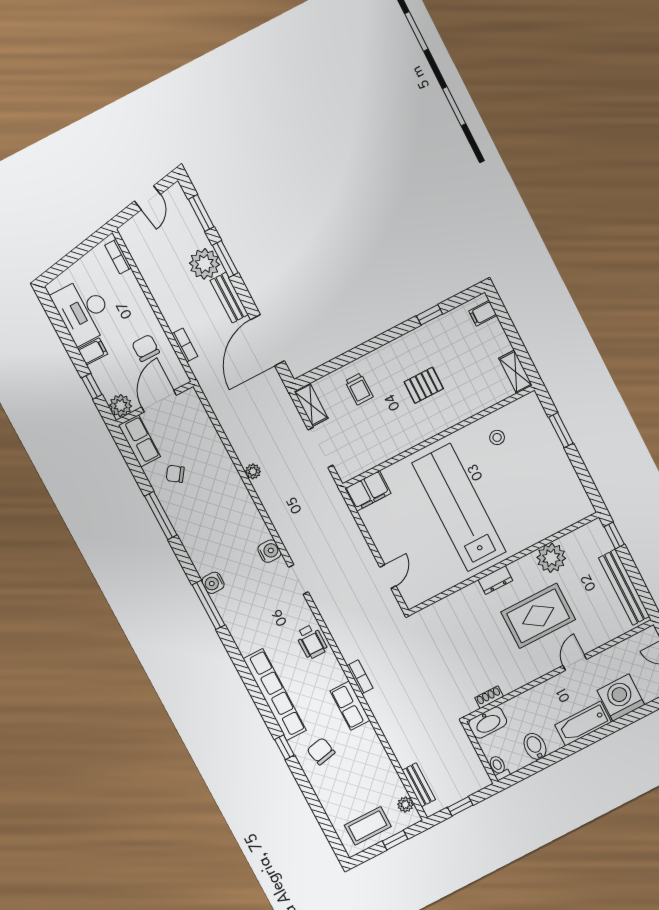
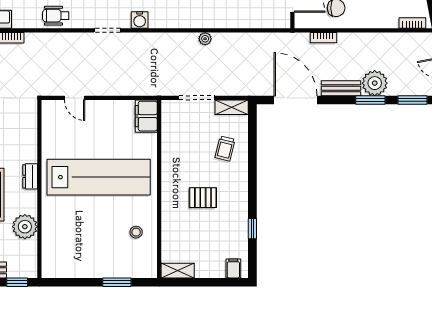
pallet: (424, 385) -> (203, 198), turned 90
trolley: (359, 389) -> (225, 149), turned -76

